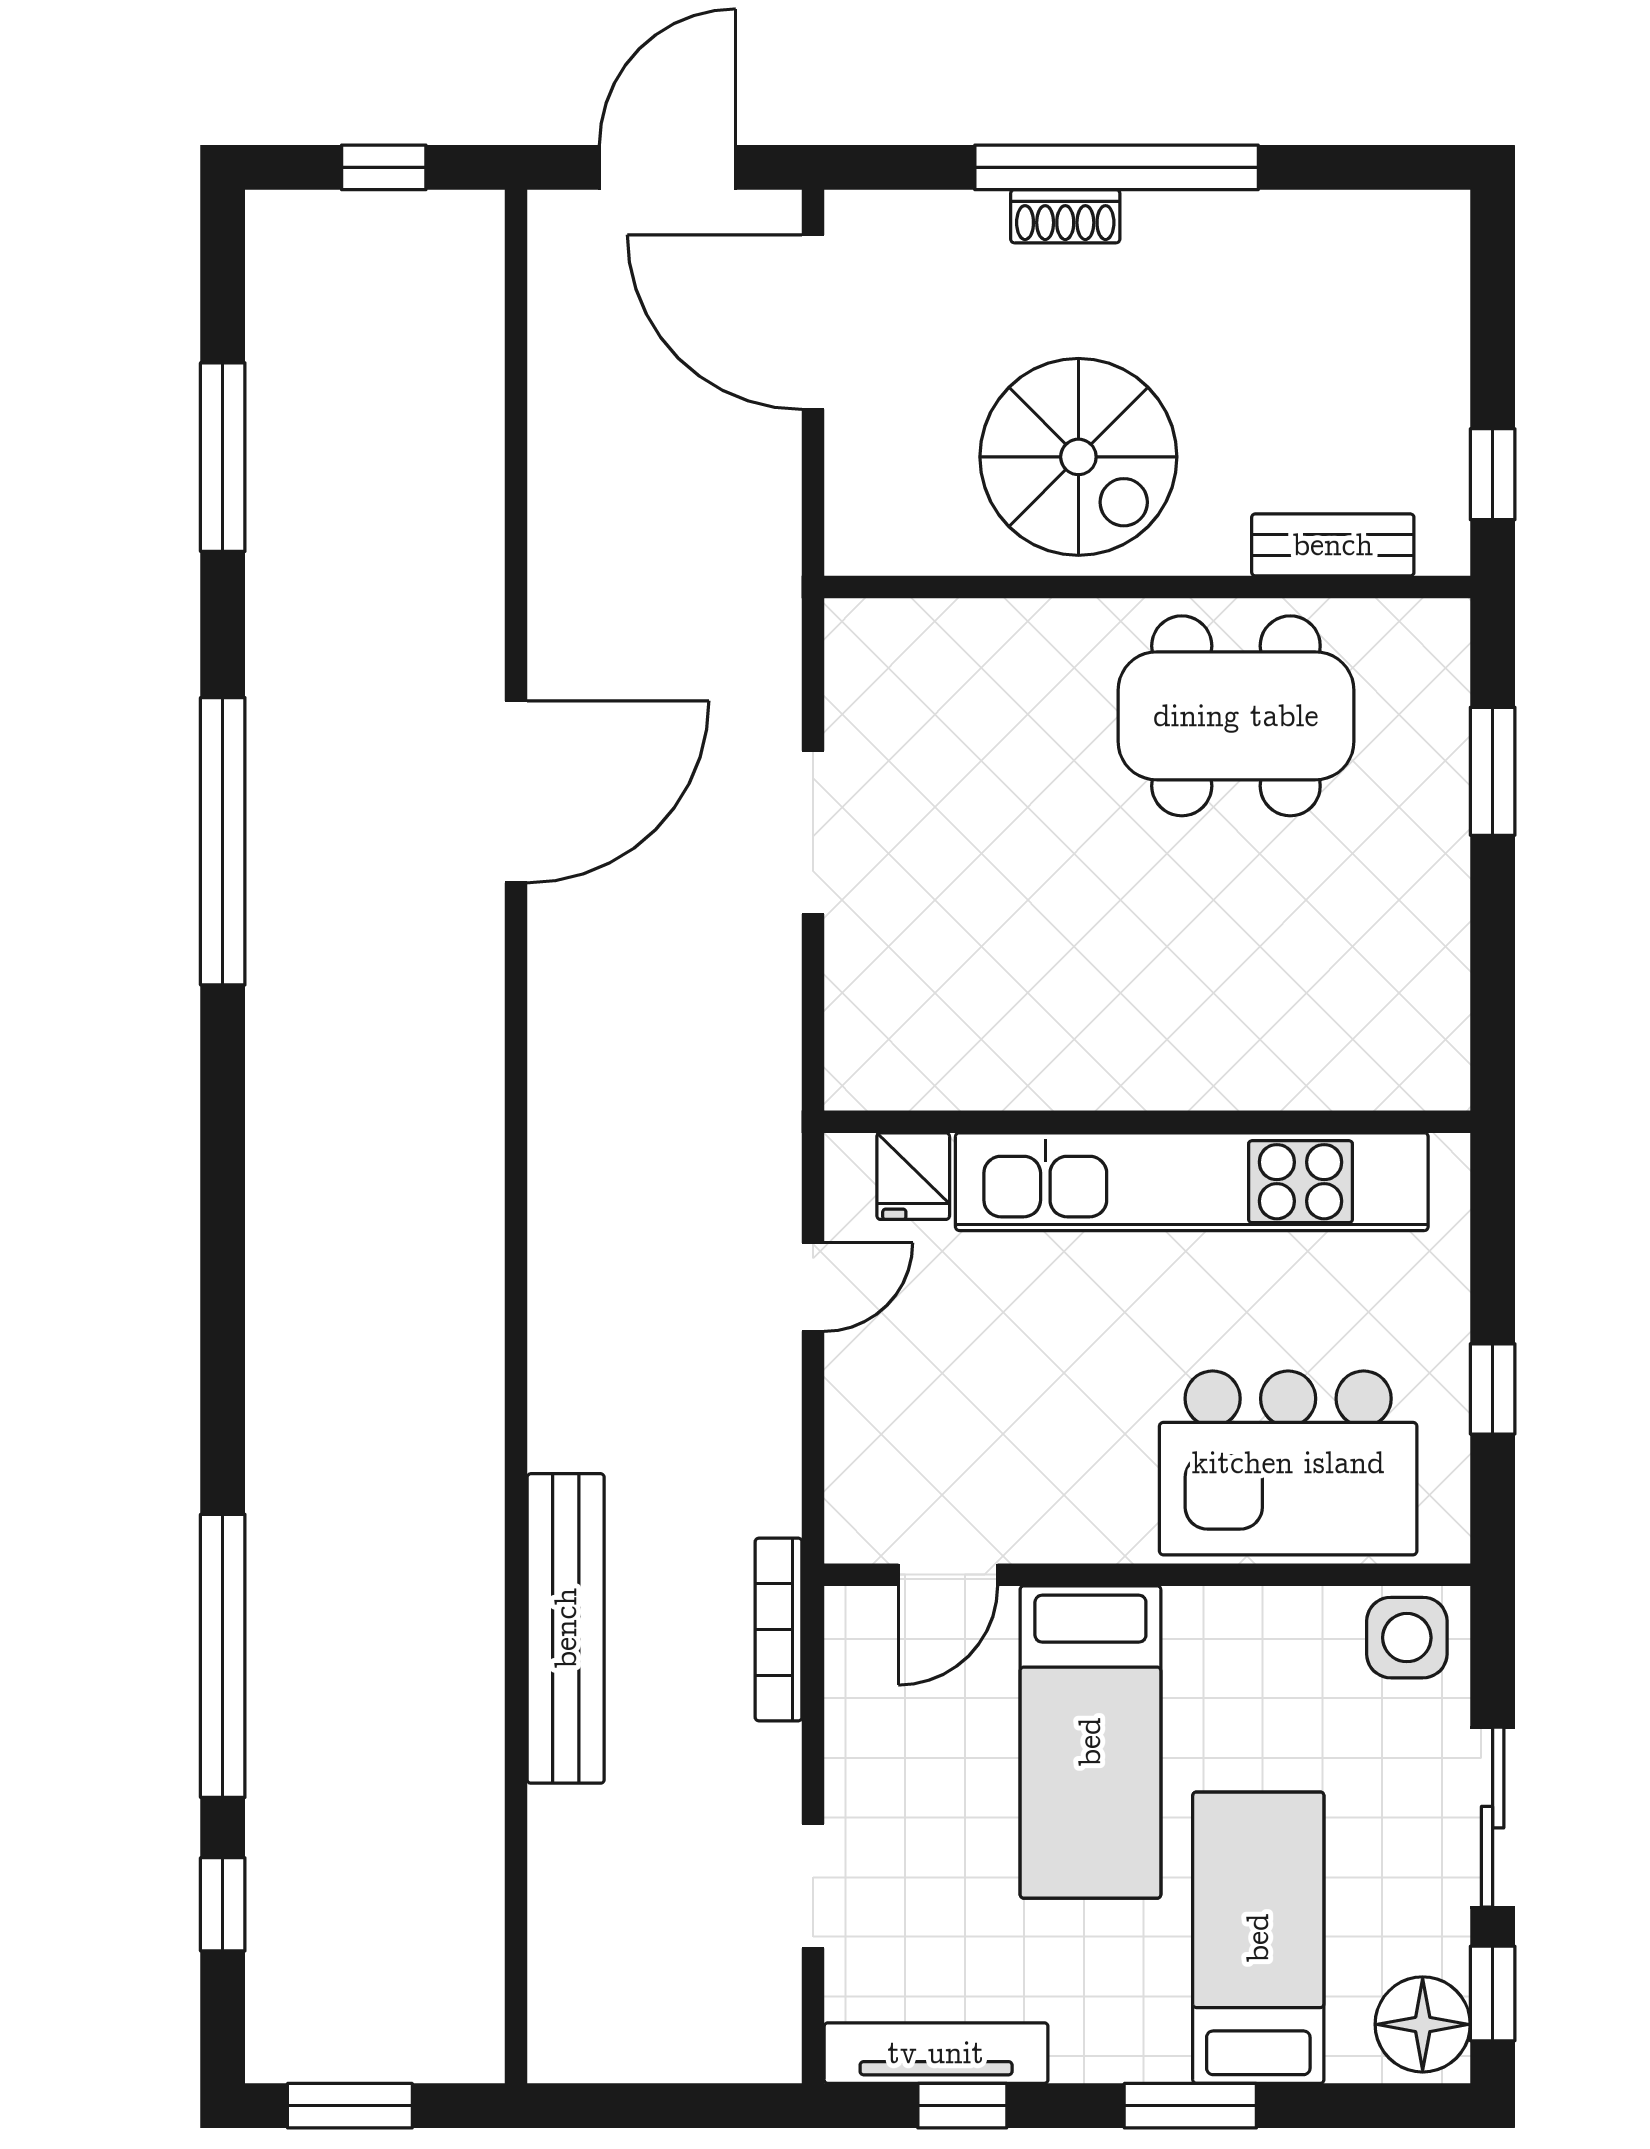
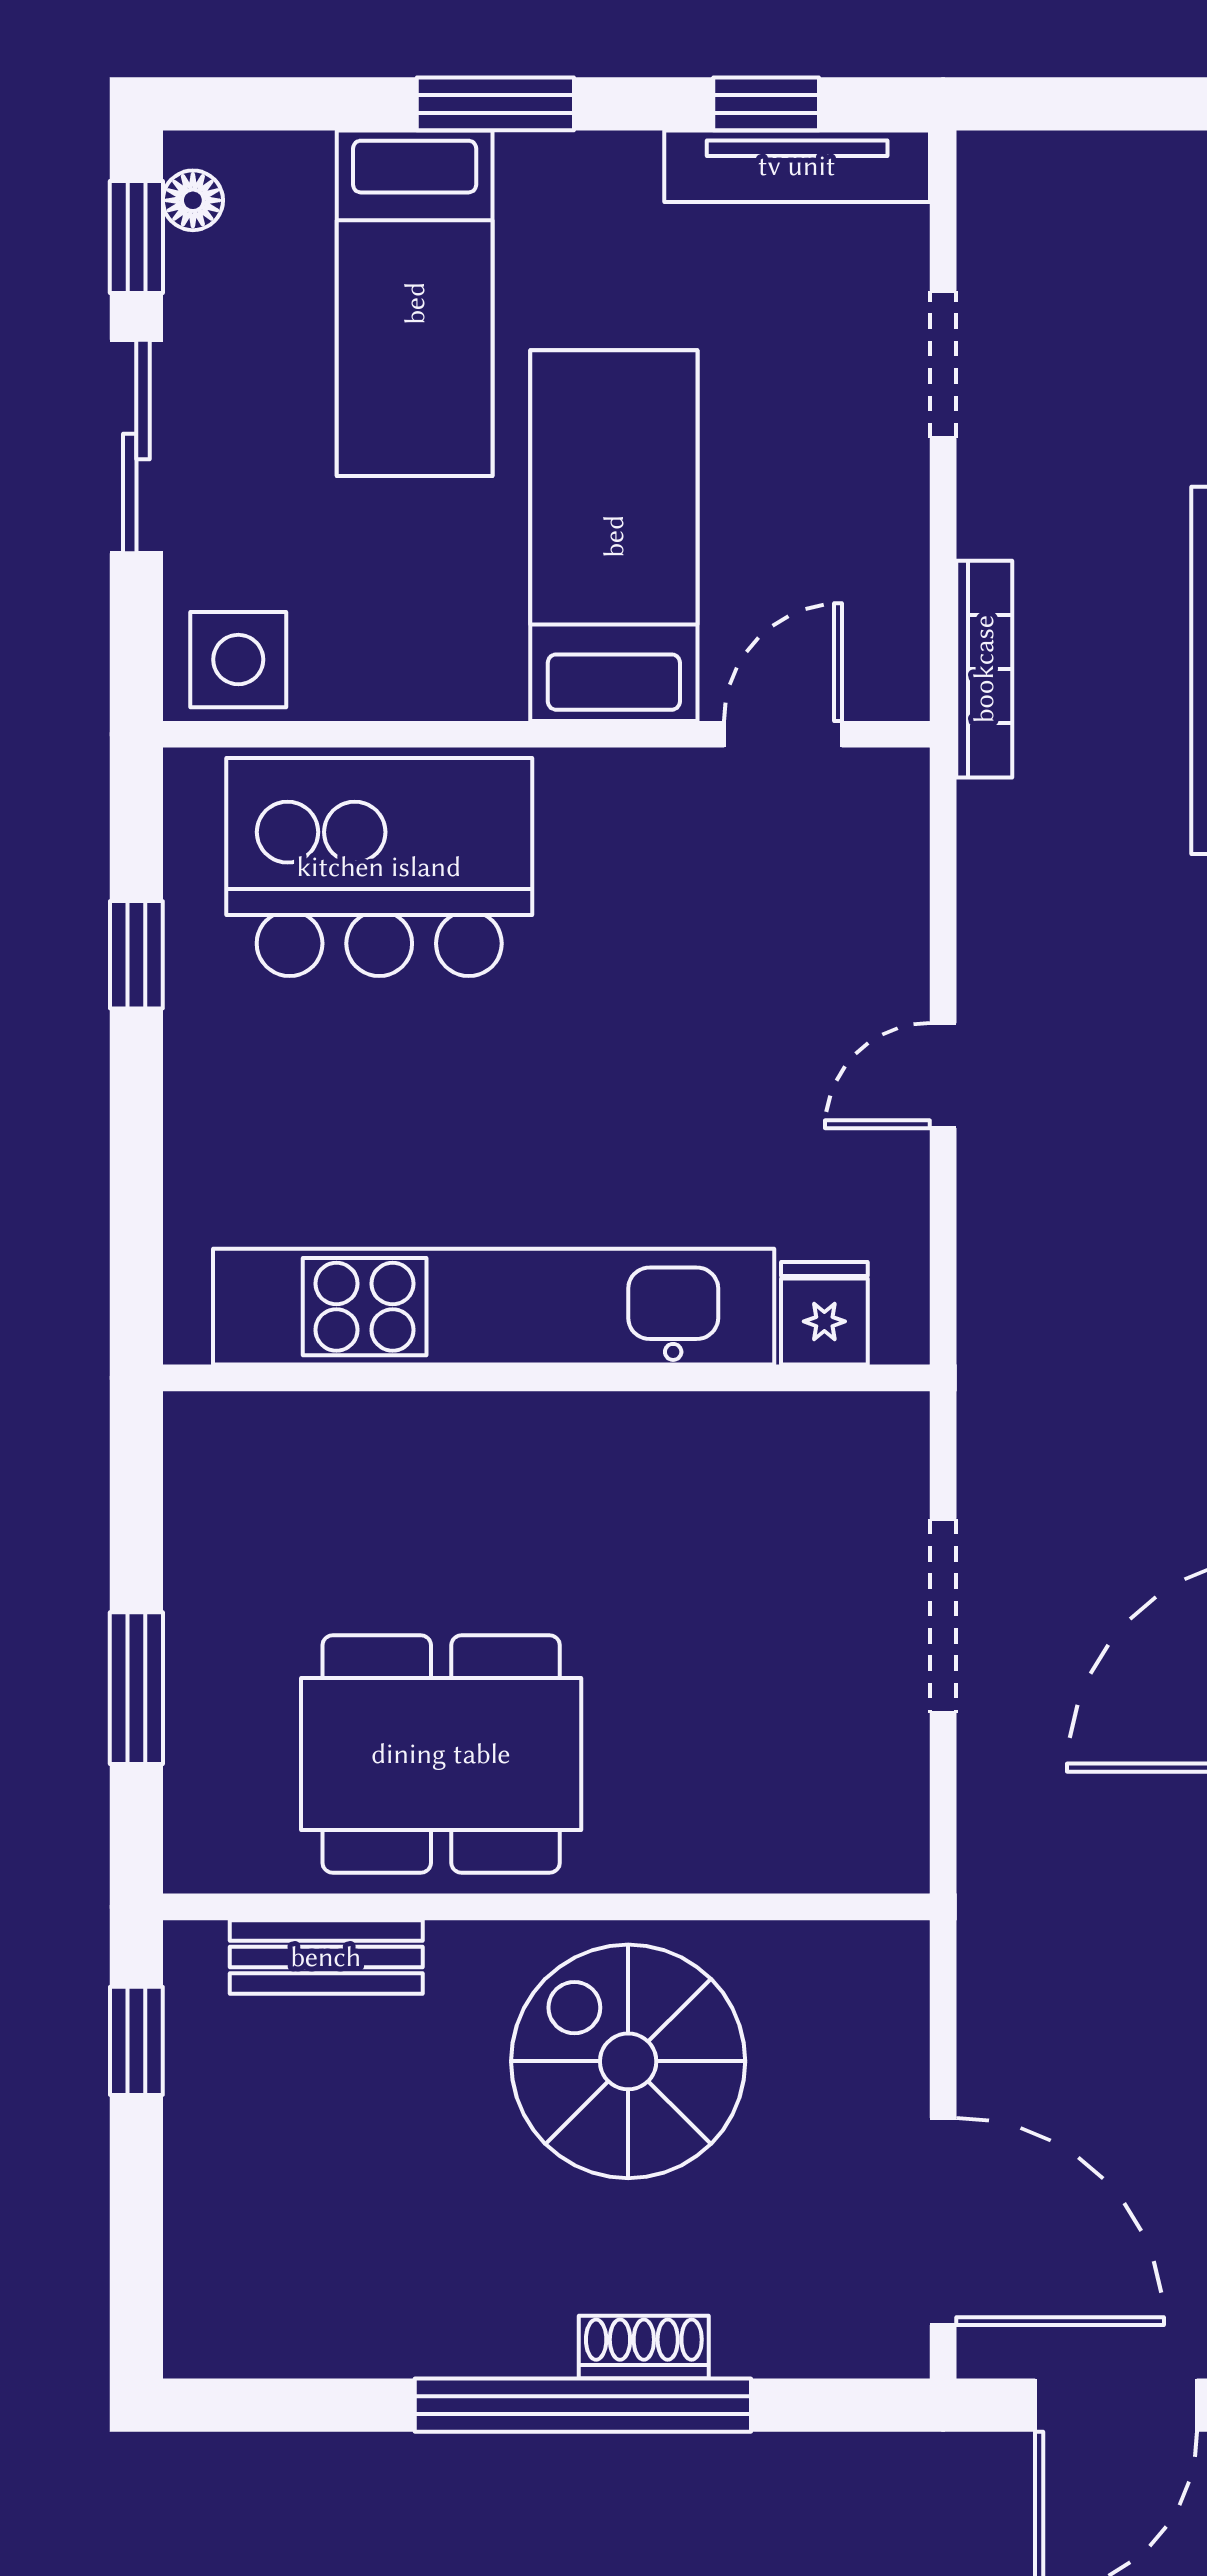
wall: (1147, 1122) -> (546, 1378), moved
fridge: (913, 1176) -> (824, 1313), moved
kitchen unit: (1192, 1182) -> (494, 1307), moved
floor lamp: (1423, 2024) -> (193, 200), width x0.53, depth x0.53

